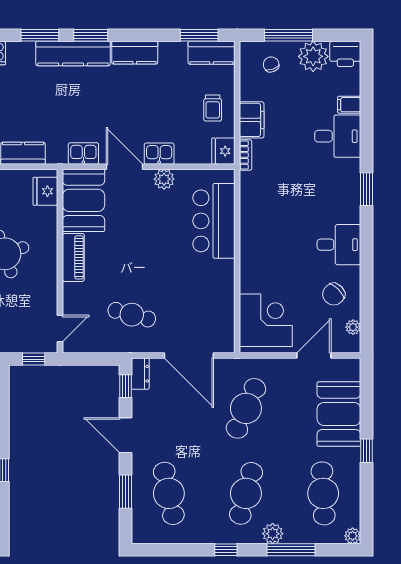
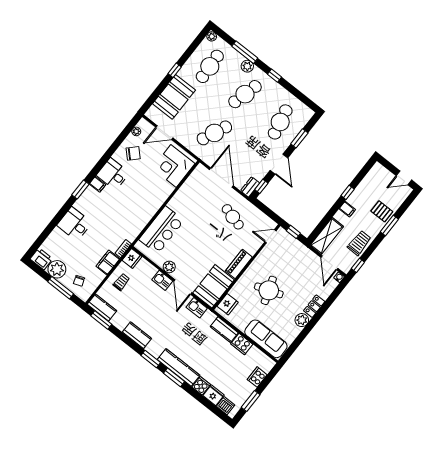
kitchen counter: (73, 54) -> (179, 367), moved
filing cabinet: (349, 105) -> (97, 184), moved

